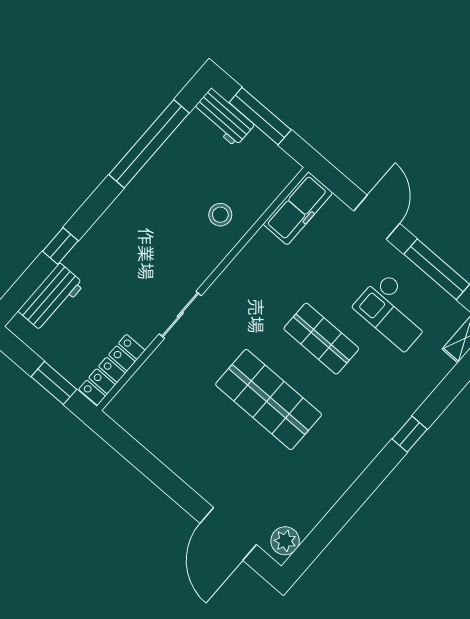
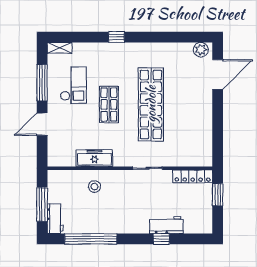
freezer: (298, 208) -> (94, 158), moved
workbench: (51, 298) -> (166, 225), moved
shop shelf: (269, 399) -> (151, 104), width x1.40

